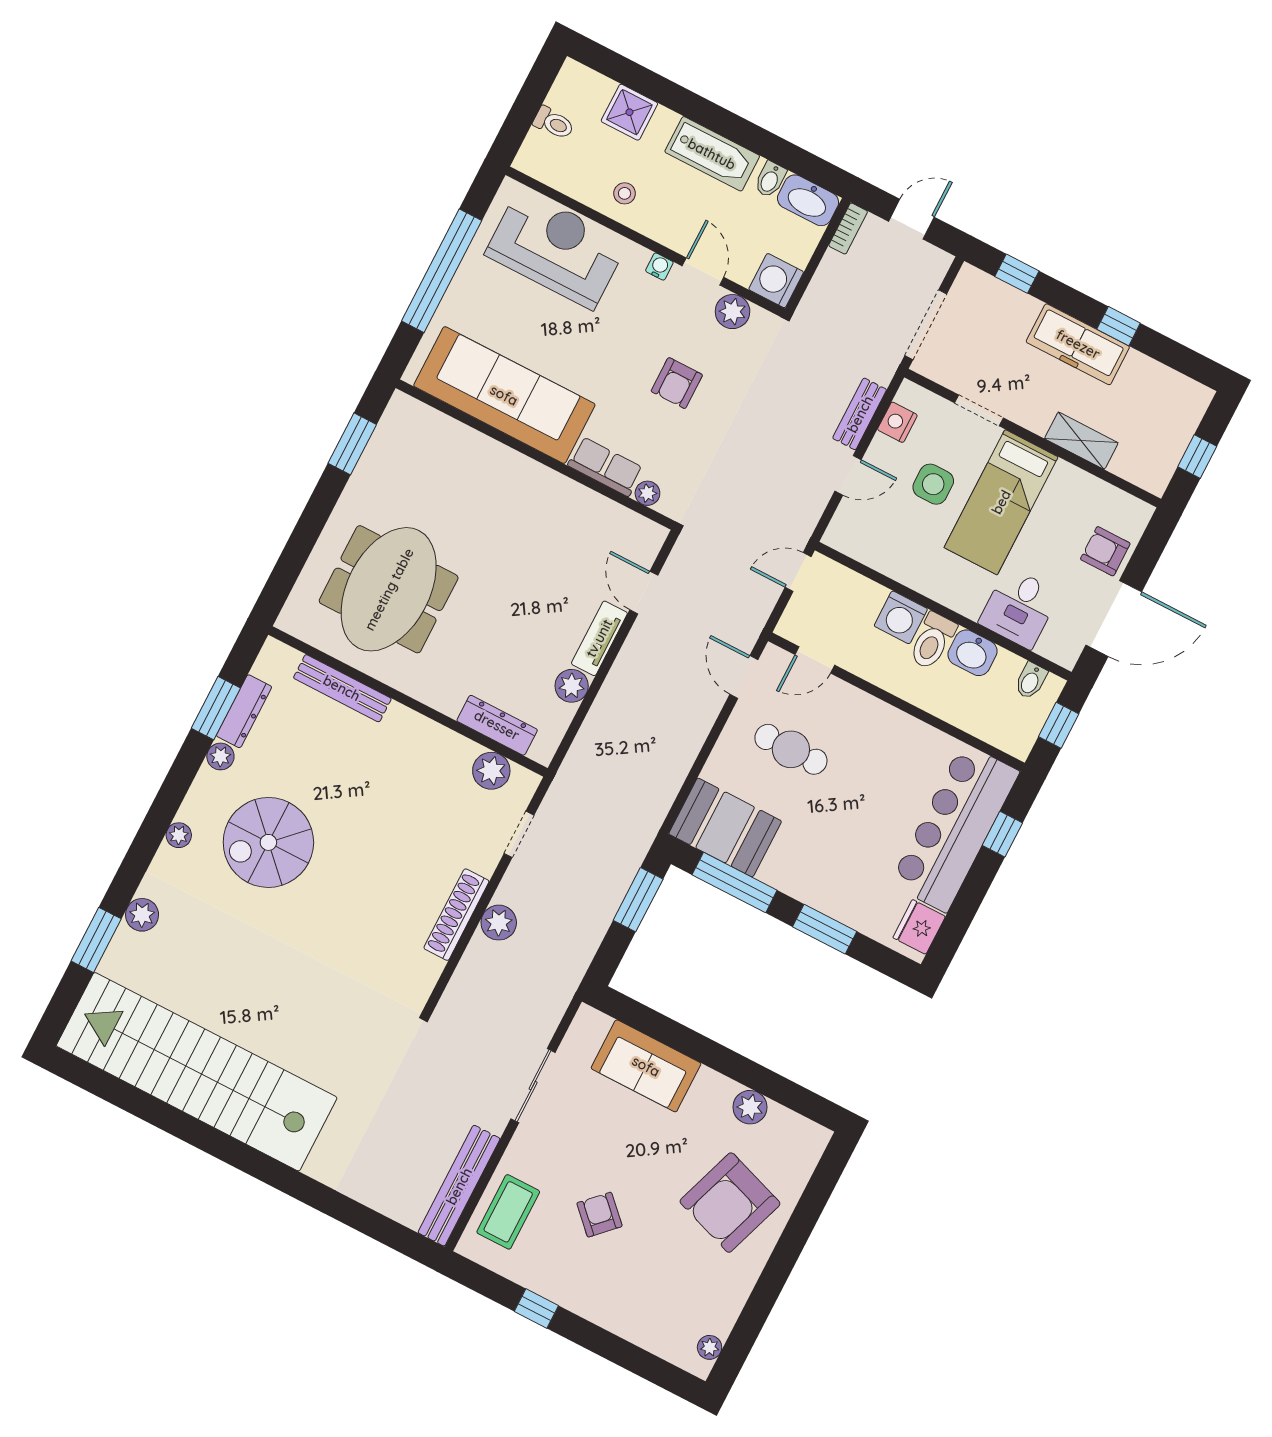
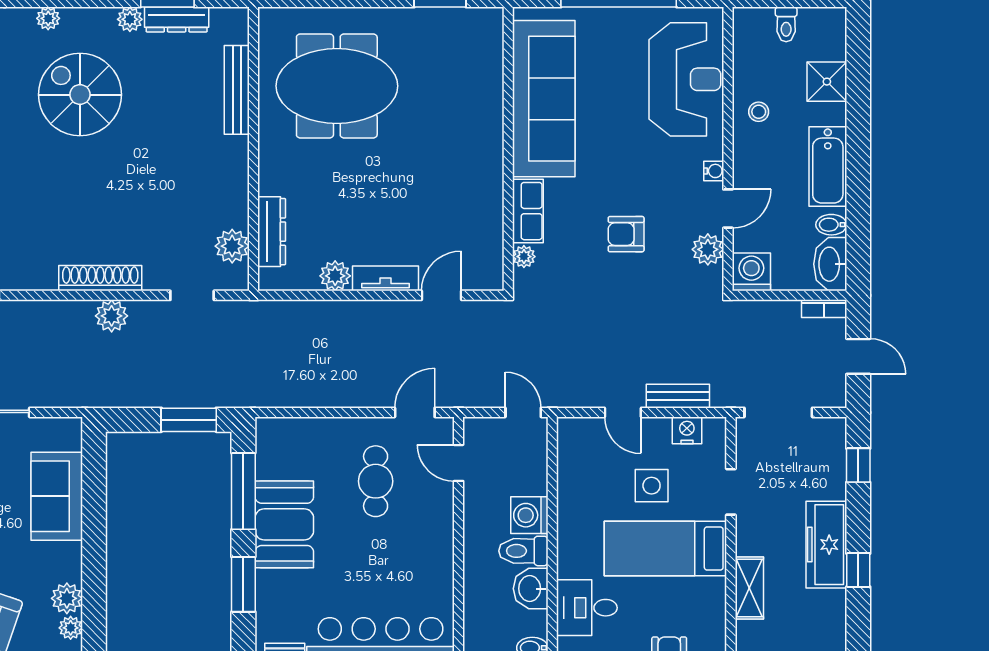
booth: (725, 827) -> (284, 524), moved
plant: (780, 1118) -> (71, 628), added

